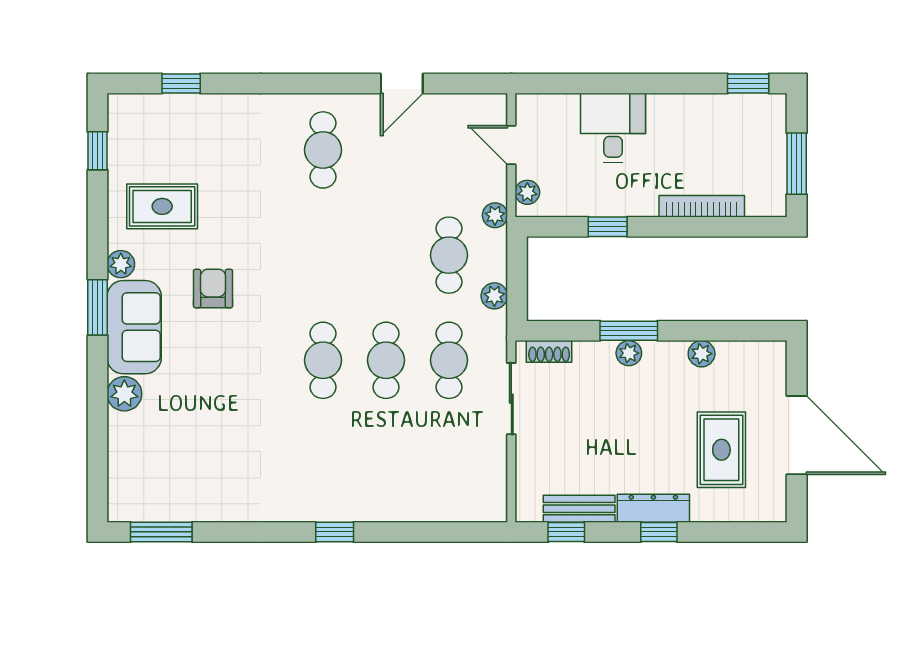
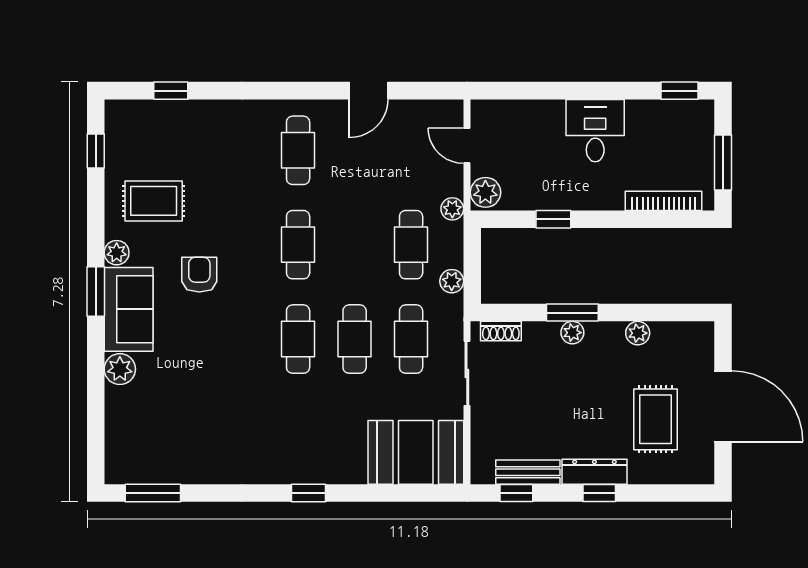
desk: (613, 128) -> (595, 131), moved
plant: (527, 192) -> (485, 192), width x1.38, depth x1.38
bookcase: (702, 206) -> (664, 201), moved
cafe table: (323, 255) -> (298, 245), added
booth: (454, 487) -> (416, 452), added

